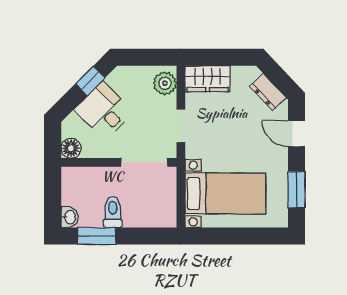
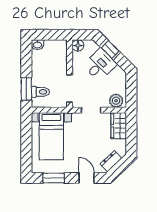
window: (90, 81) -> (110, 49), moved
door: (297, 134) -> (87, 178), hinge flipped
toilet: (113, 212) -> (40, 92), moved
window: (97, 236) -> (26, 89), moved

